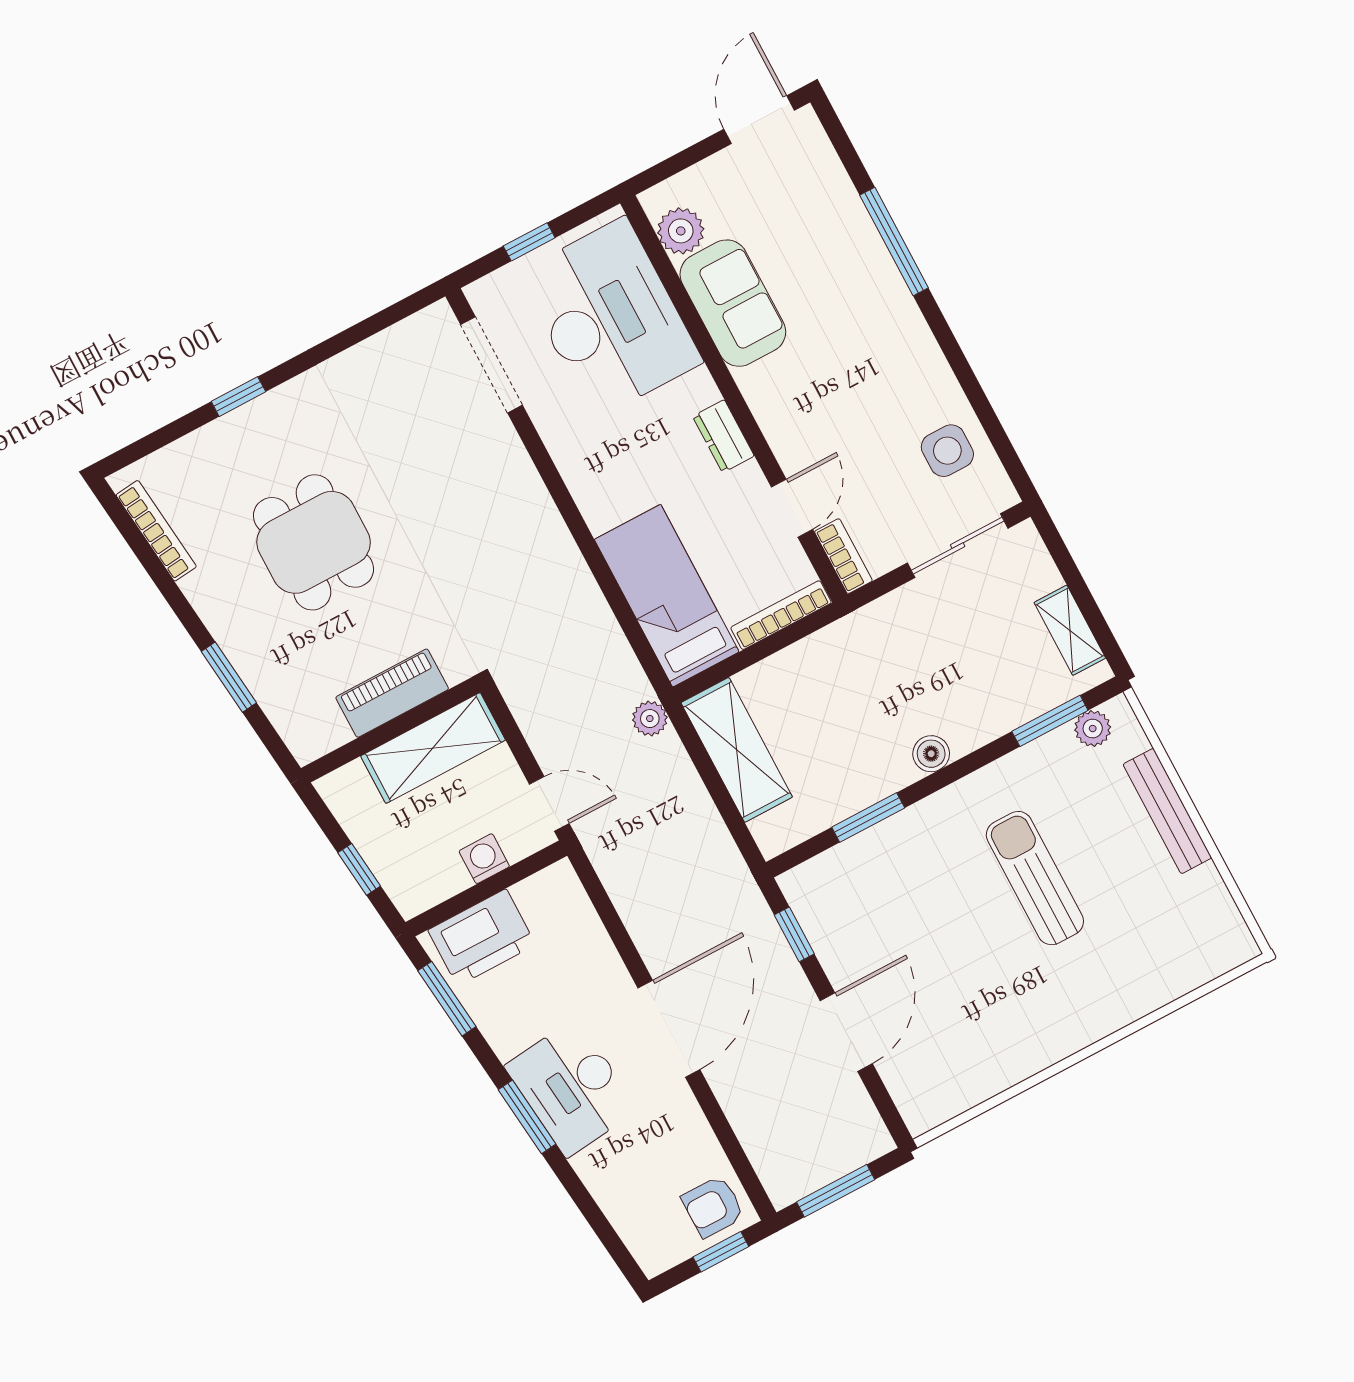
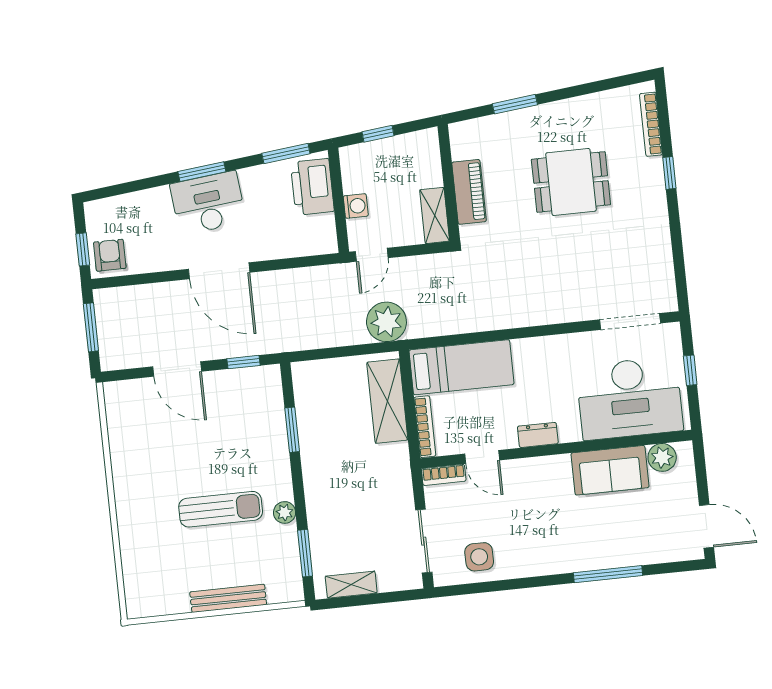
bookcase: (156, 531) -> (651, 124), moved, turned 96
plant: (650, 719) -> (386, 322), width x1.87, depth x1.87
plant: (1093, 729) -> (285, 512), moved
shelving: (433, 748) -> (435, 215), width x0.67, depth x0.75
shelving: (737, 750) -> (387, 401), moved, turned 90
boiler: (931, 754) -> (314, 479), removed

